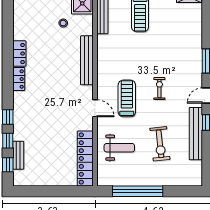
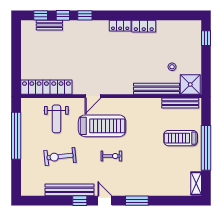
bench: (87, 60) -> (156, 89), moved
treadmill: (127, 98) -> (102, 126), width x1.37, depth x1.38

